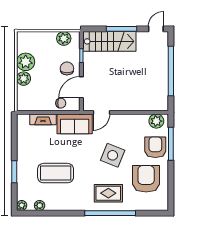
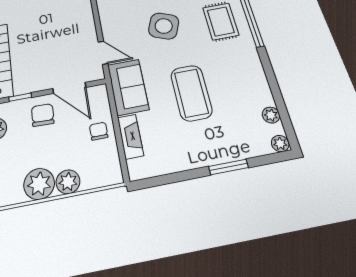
chair: (67, 68) -> (43, 115), turned 92
chair: (61, 103) -> (99, 131), moved
coffee table: (56, 173) -> (191, 93), moved

